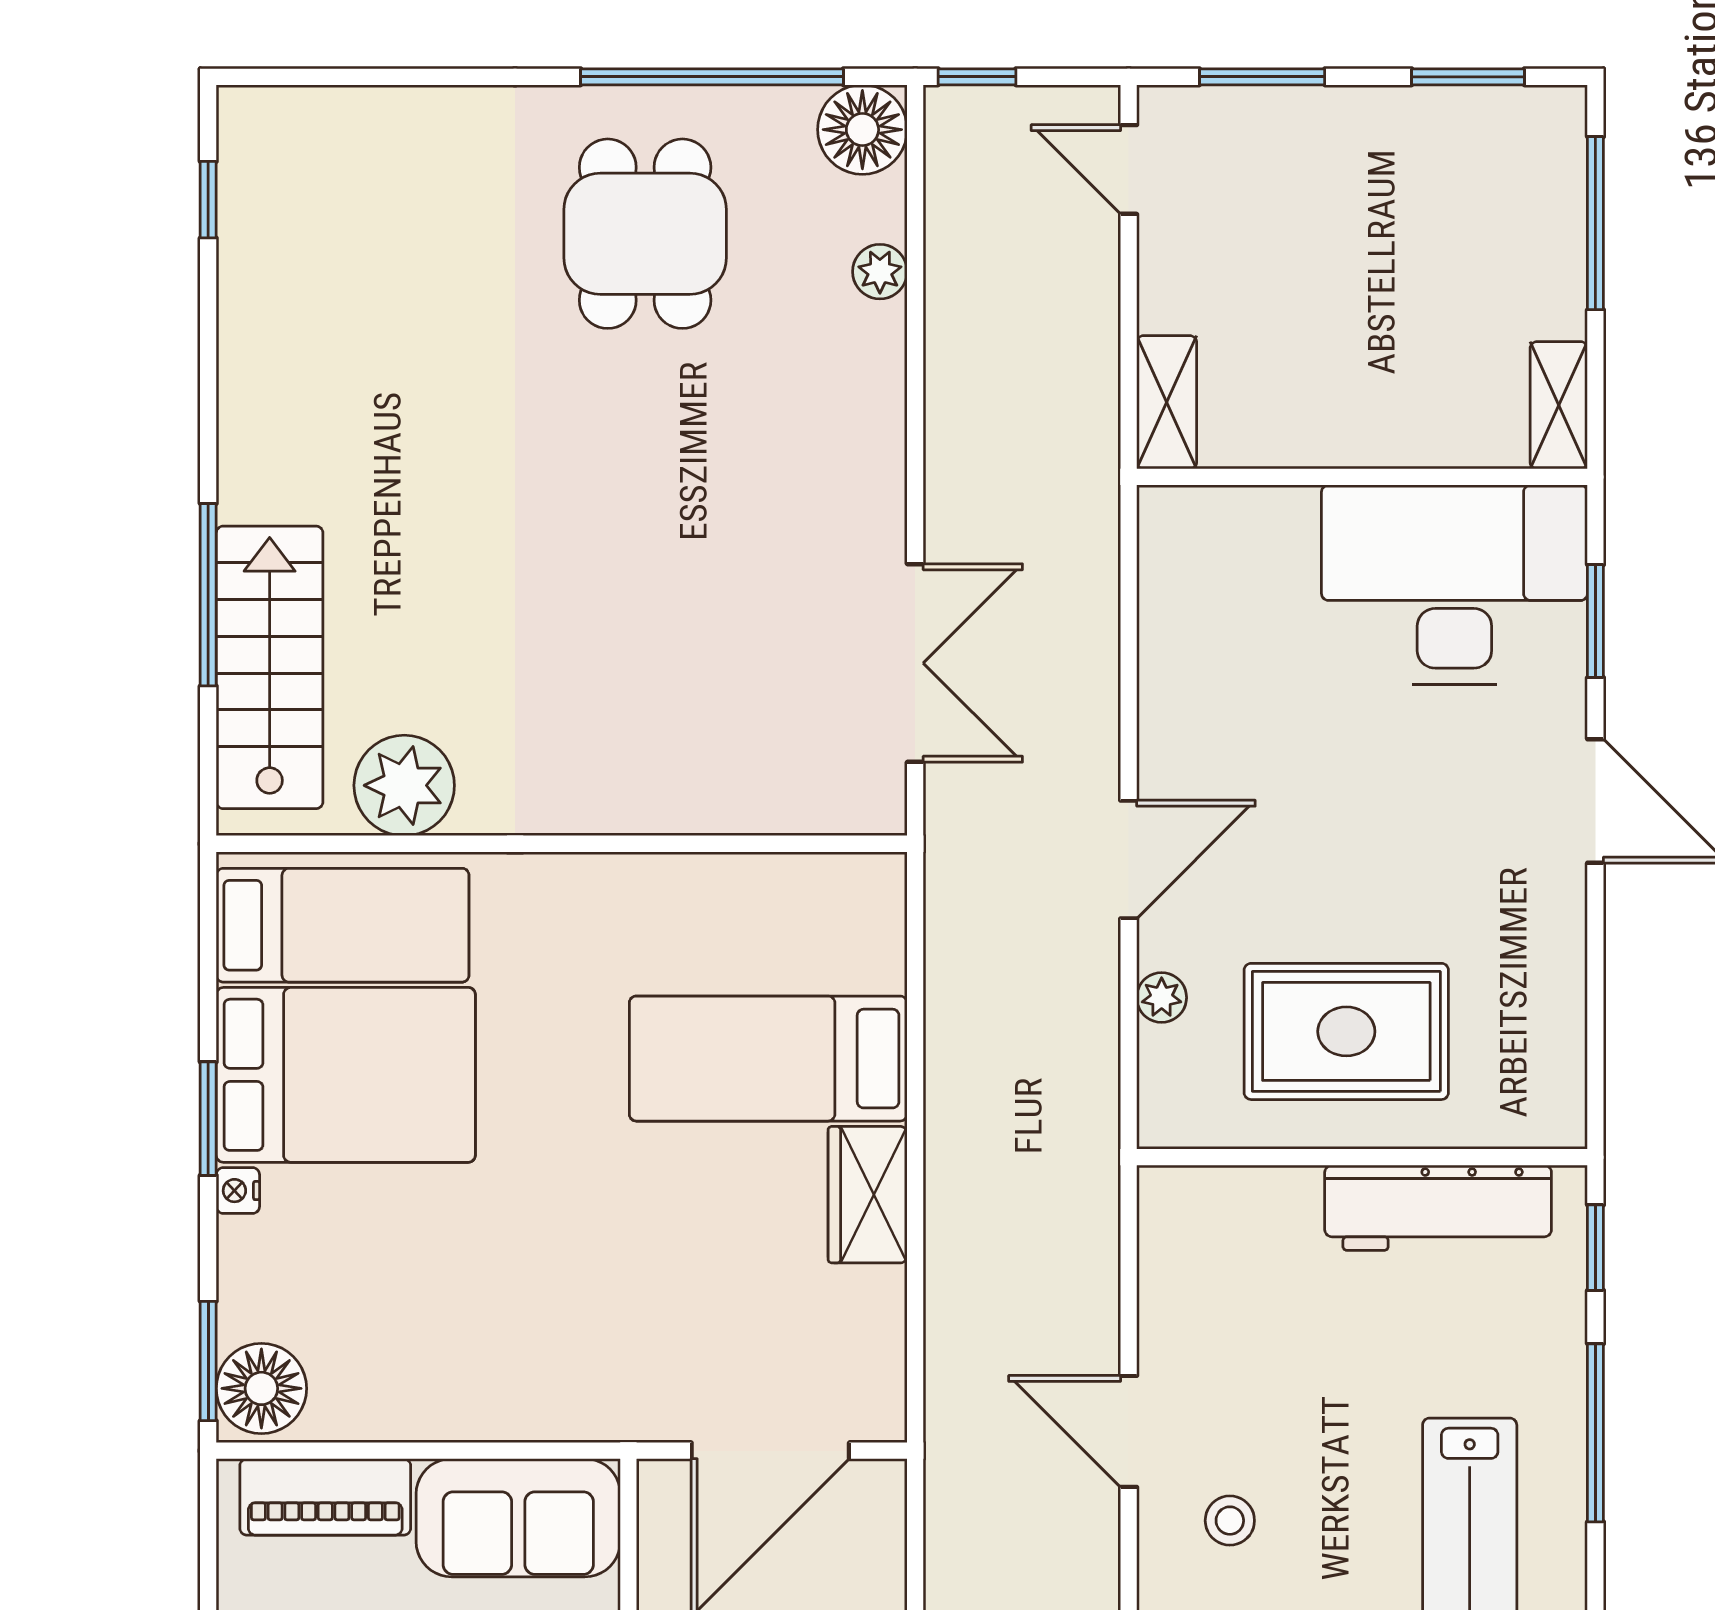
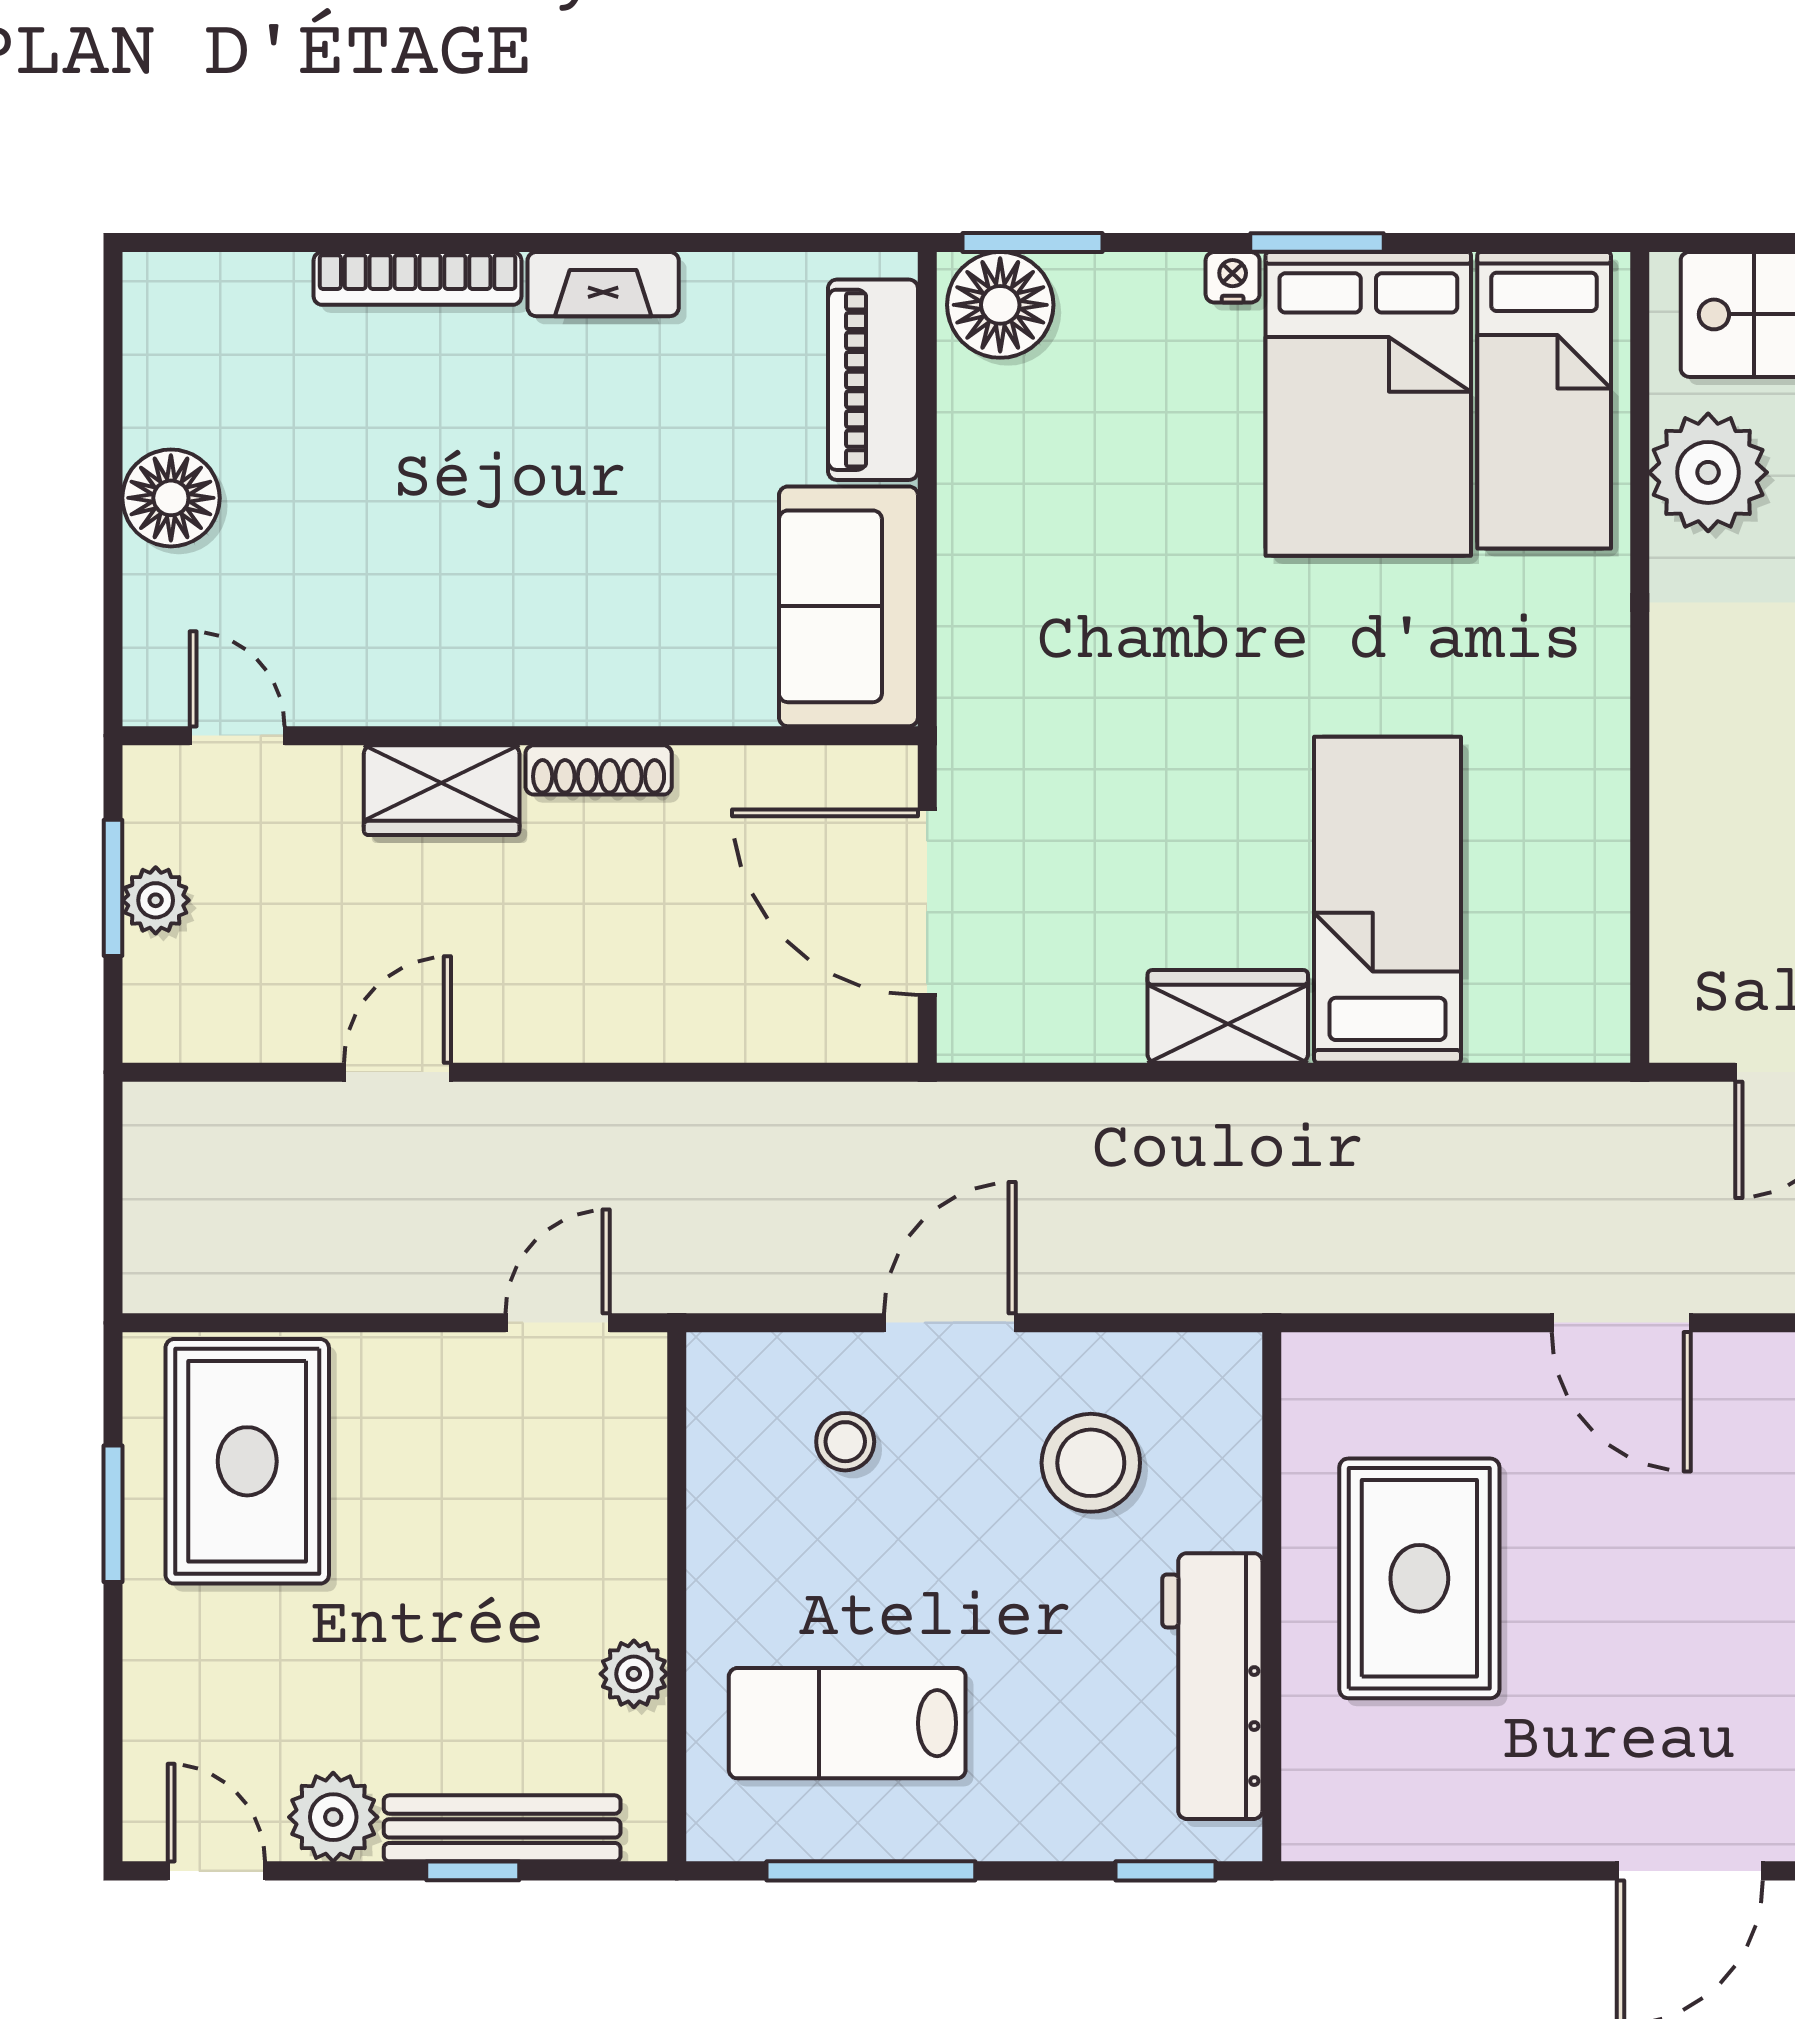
plant: (1162, 998) -> (1459, 1362), removed
stool: (1248, 1311) -> (1091, 1463), added
window: (1595, 1433) -> (871, 1871), moved

